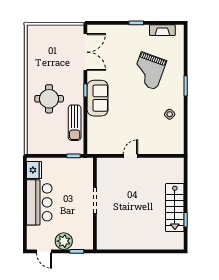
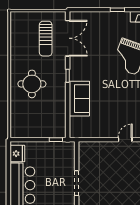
sofa: (98, 98) -> (79, 99), moved
sun lounger: (75, 123) -> (46, 39), moved
door: (130, 156) -> (125, 140), moved

